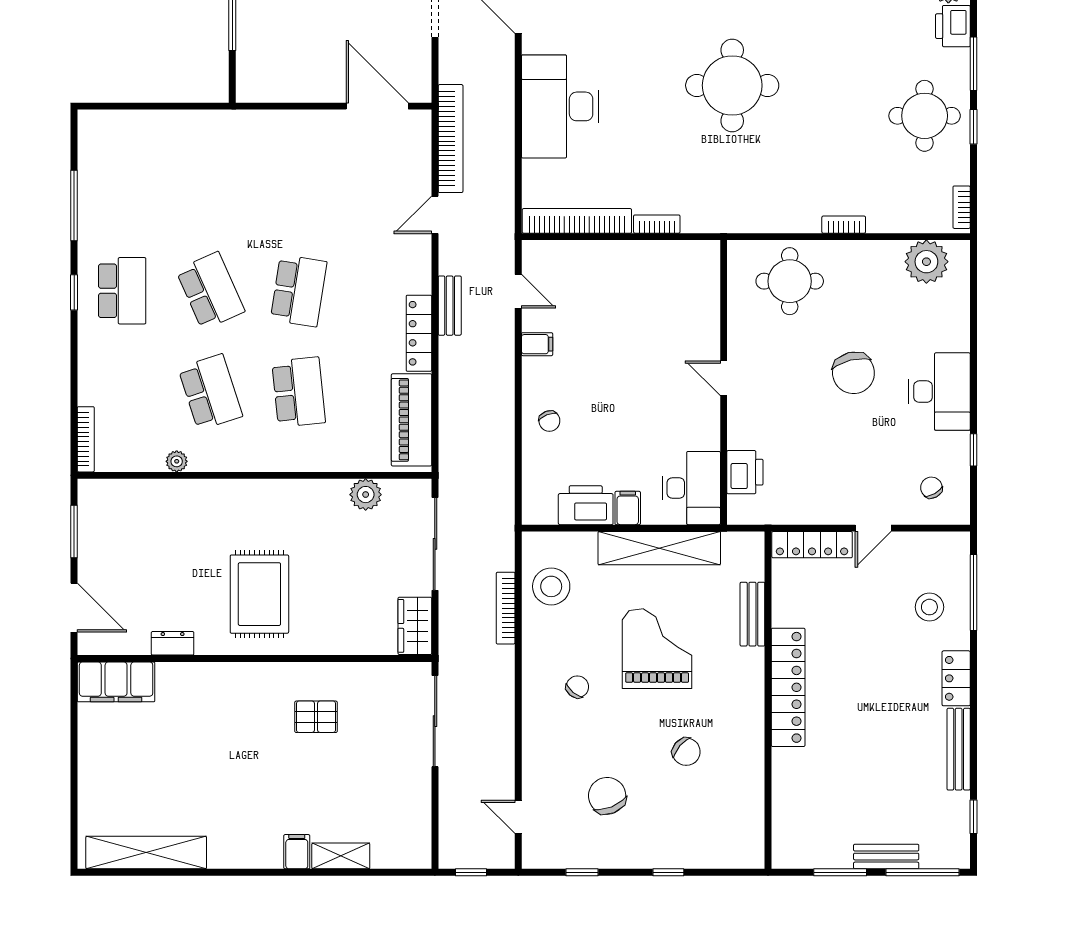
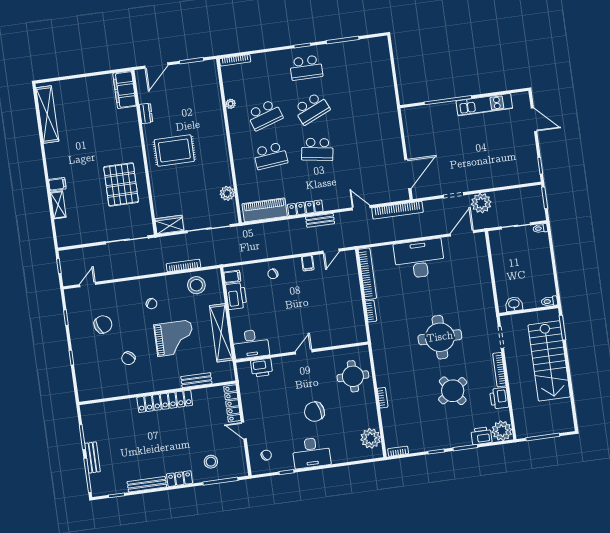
round table: (925, 116) -> (453, 391), moved, turned -35
filing cabinet: (628, 508) -> (232, 277), moved
pallet: (316, 717) -> (121, 185), width x2.05, depth x2.00

